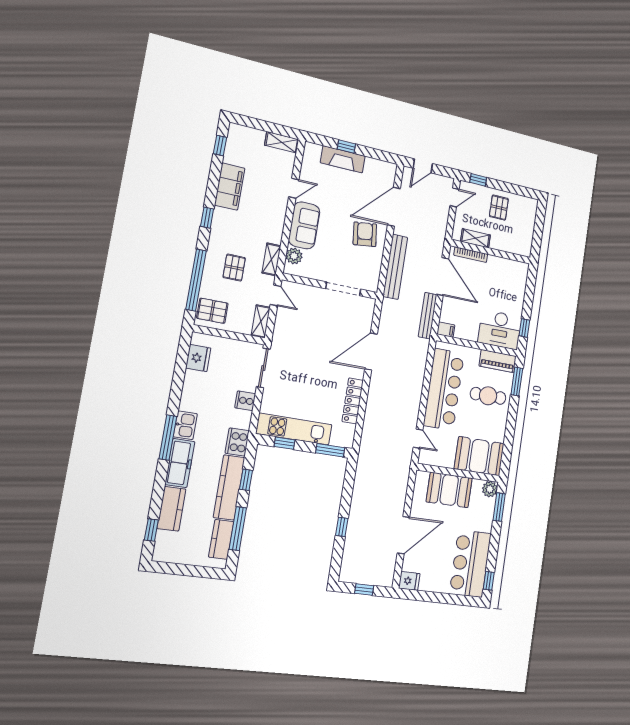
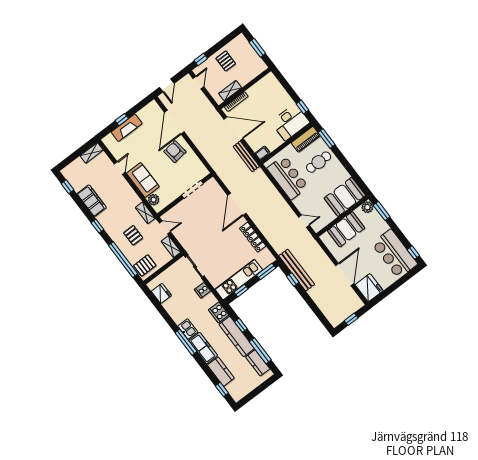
window: (538, 229) -> (257, 48), added
bench: (395, 267) -> (297, 270), moved
bar counter: (444, 389) -> (288, 178), width x0.73
window: (342, 527) -> (293, 279), moved
fridge: (409, 581) -> (369, 288), width x1.88, depth x1.34

